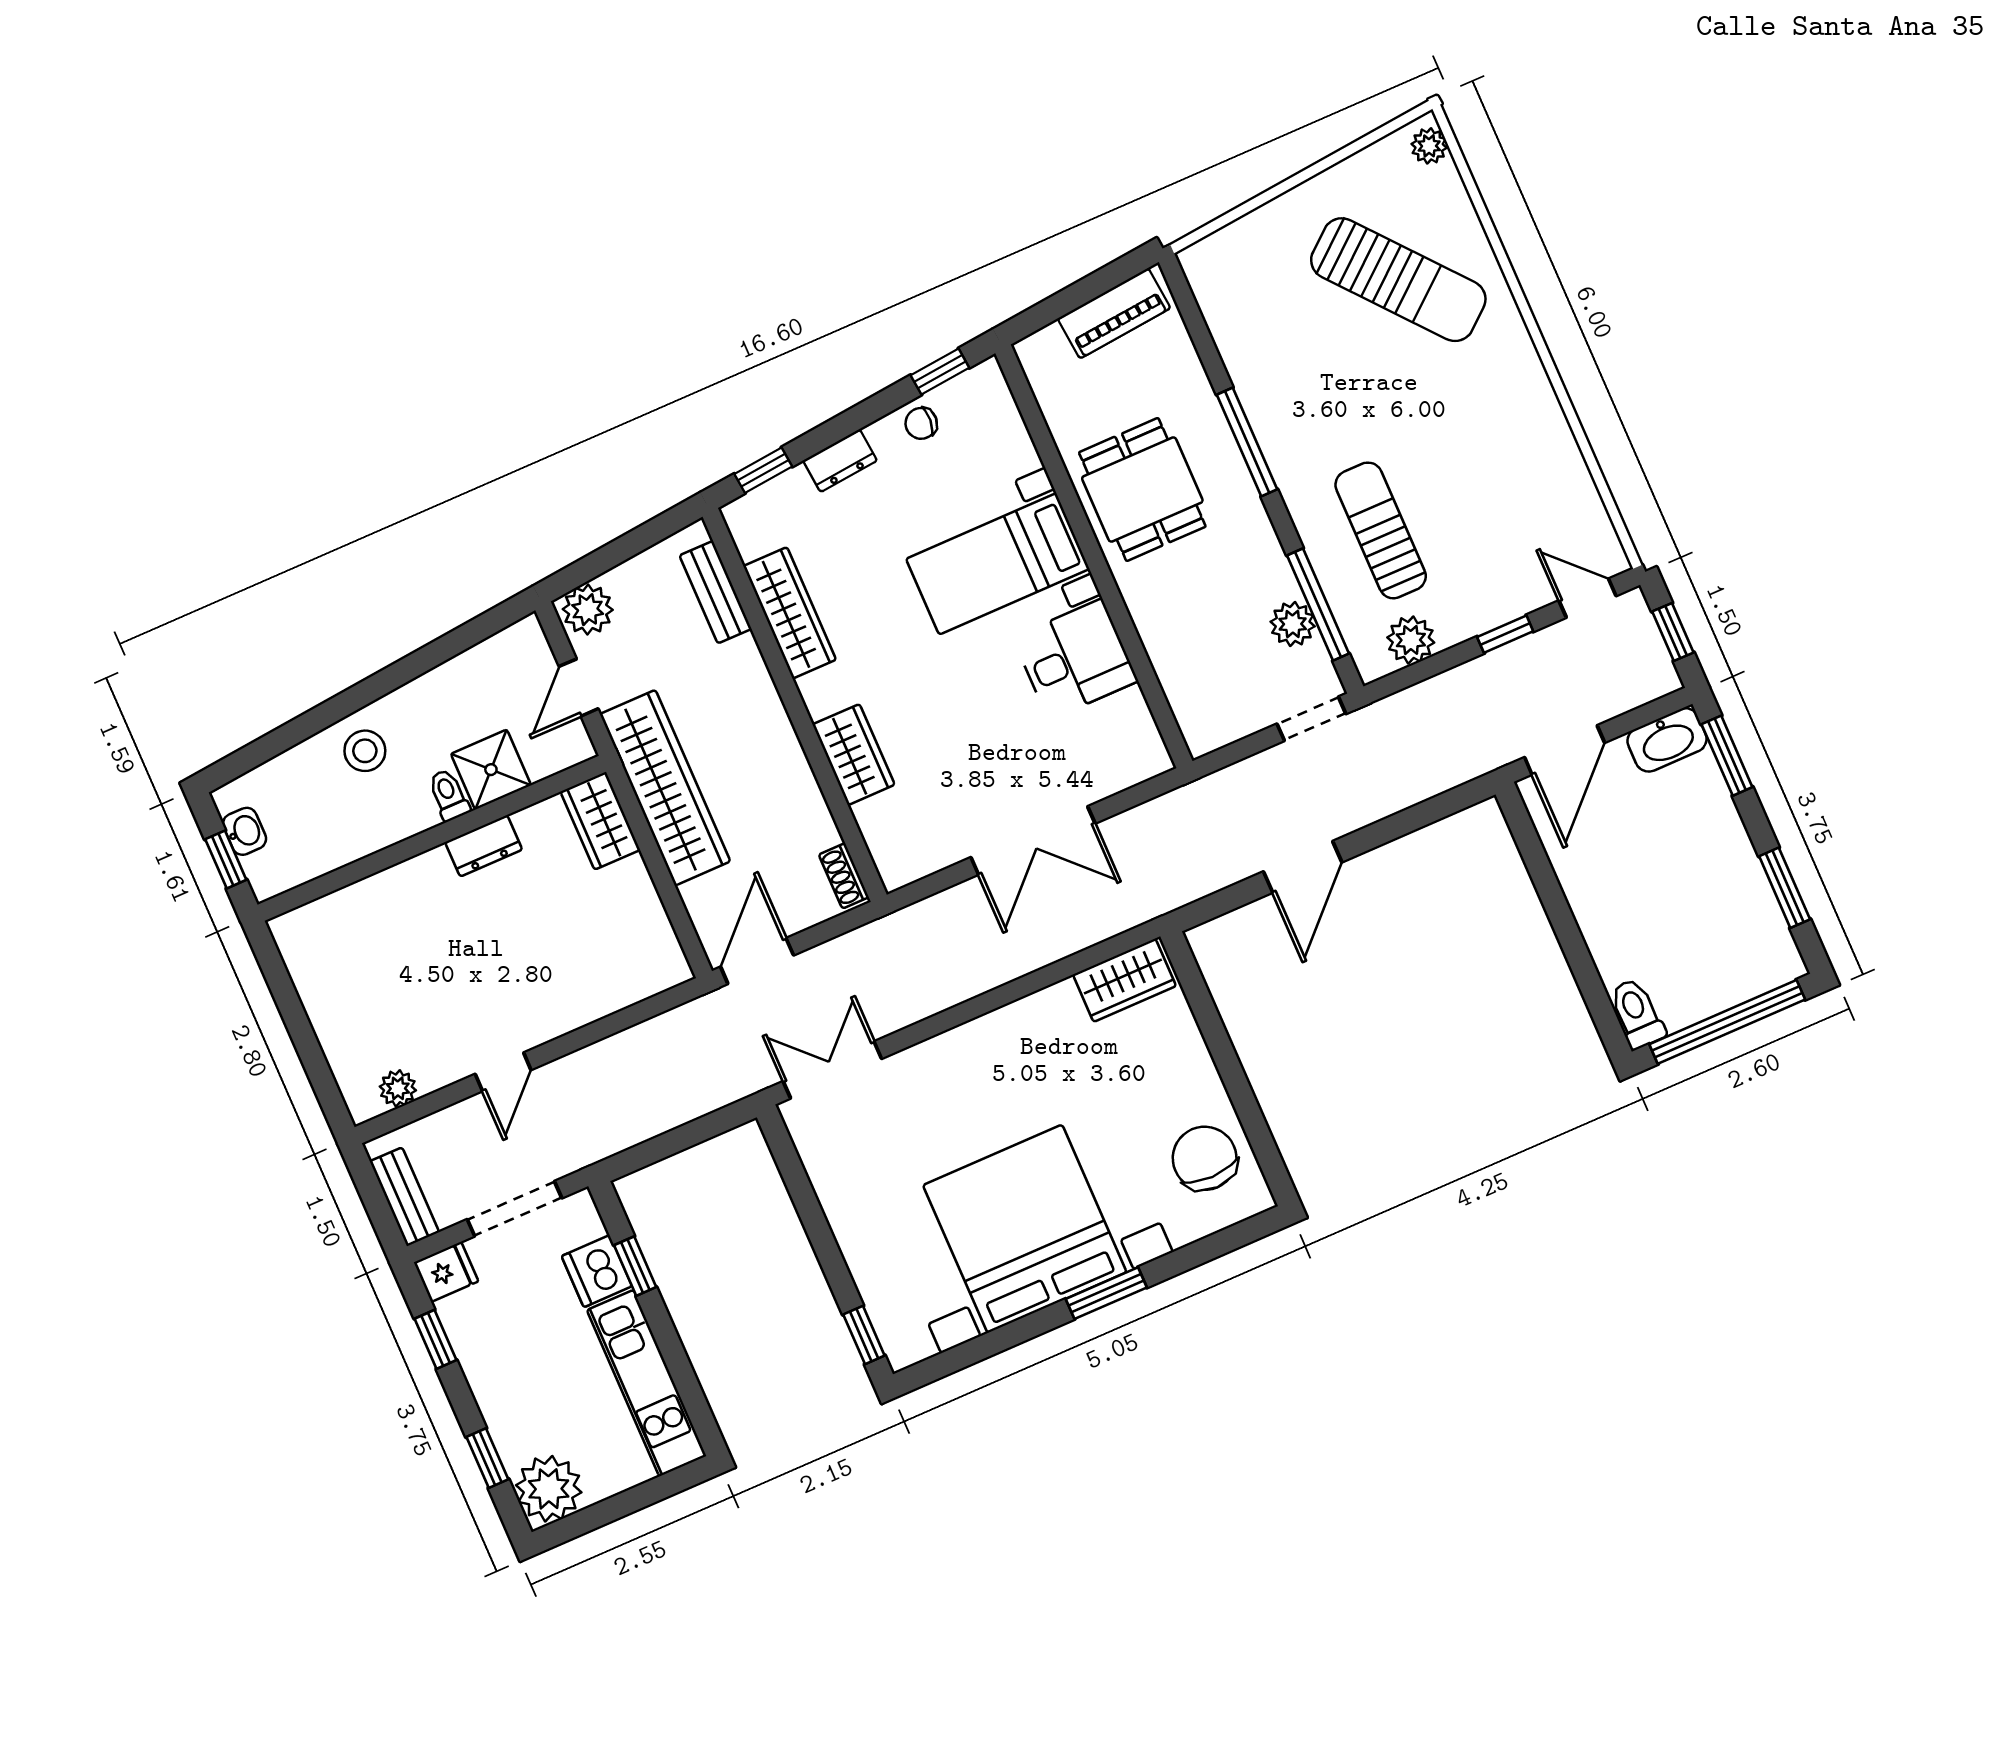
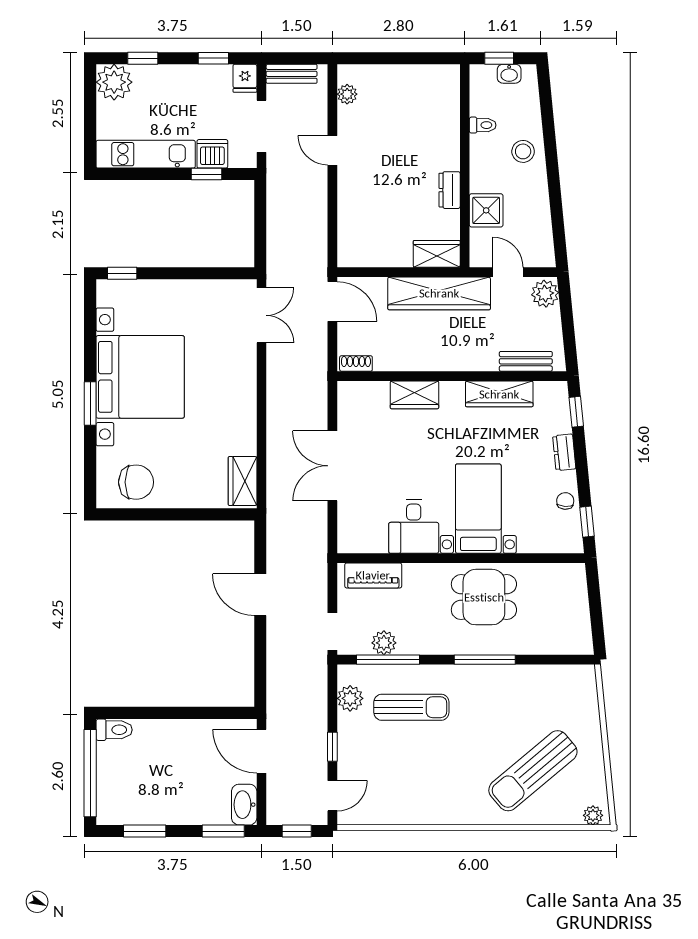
piano: (1114, 313) -> (373, 575), moved, turned -84
toilet: (449, 795) -> (483, 125), moved

